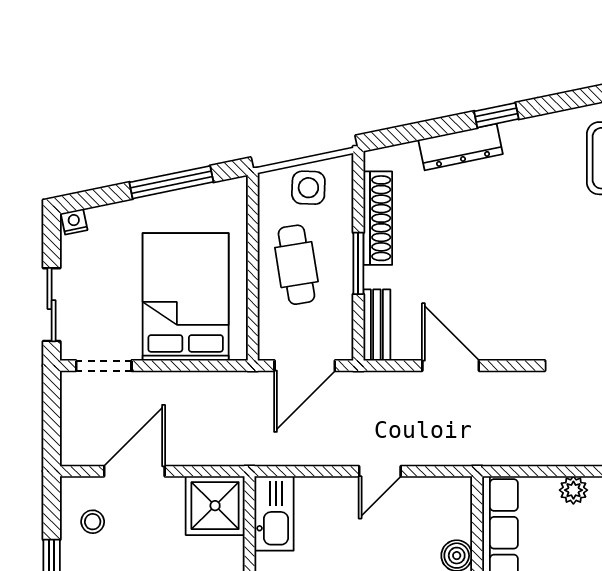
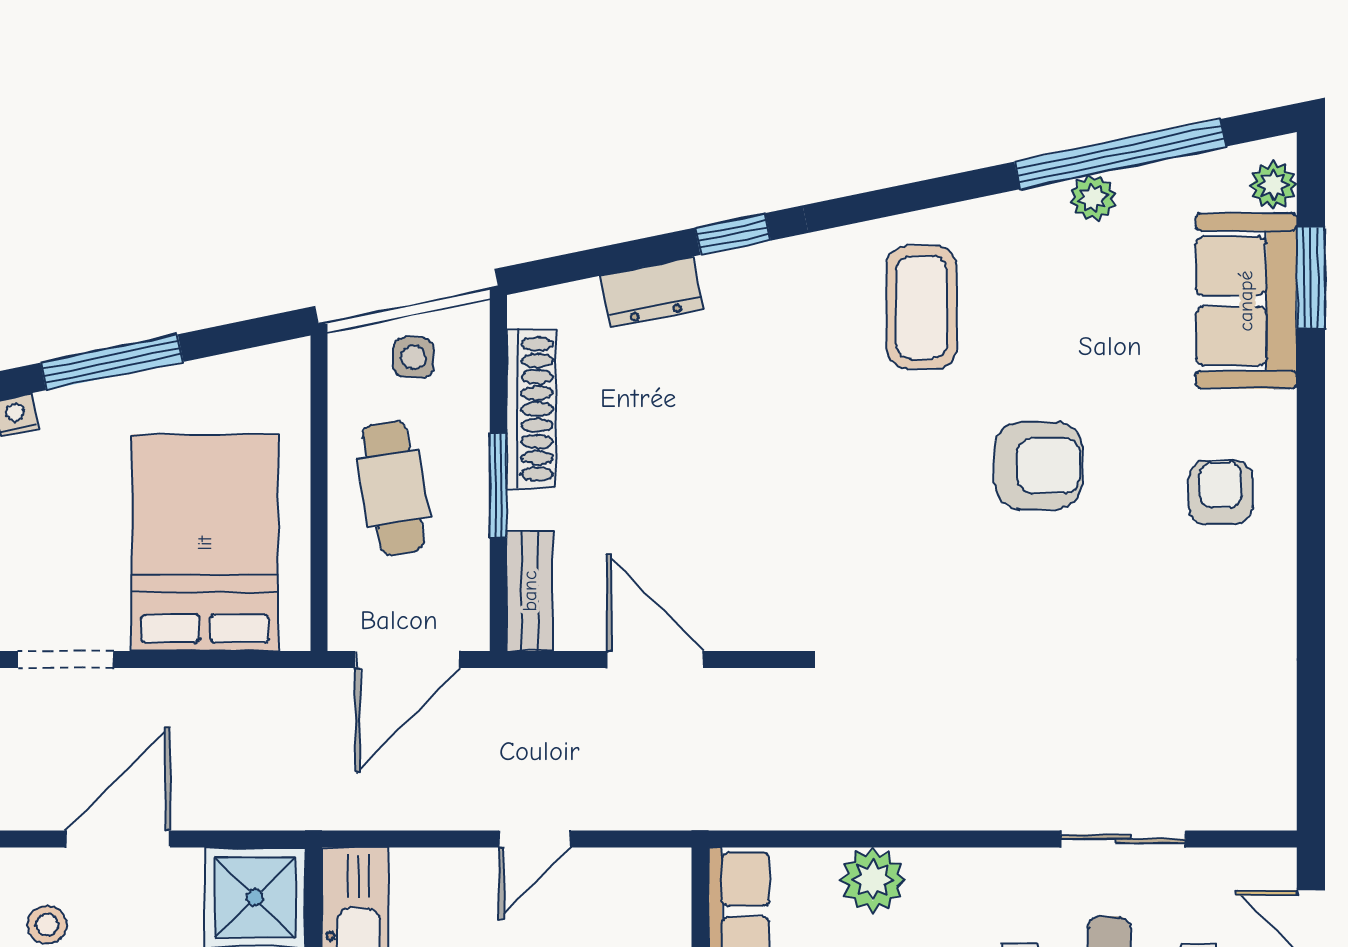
dresser: (461, 147) -> (652, 292), width x0.70
window: (171, 182) -> (112, 362), moved
side table: (308, 188) -> (414, 357), width x0.73, depth x0.73
plant: (573, 490) -> (873, 880), width x1.38, depth x1.38

